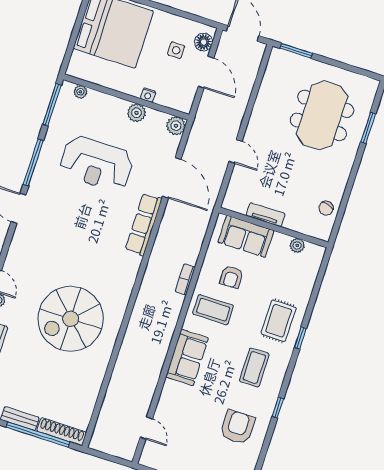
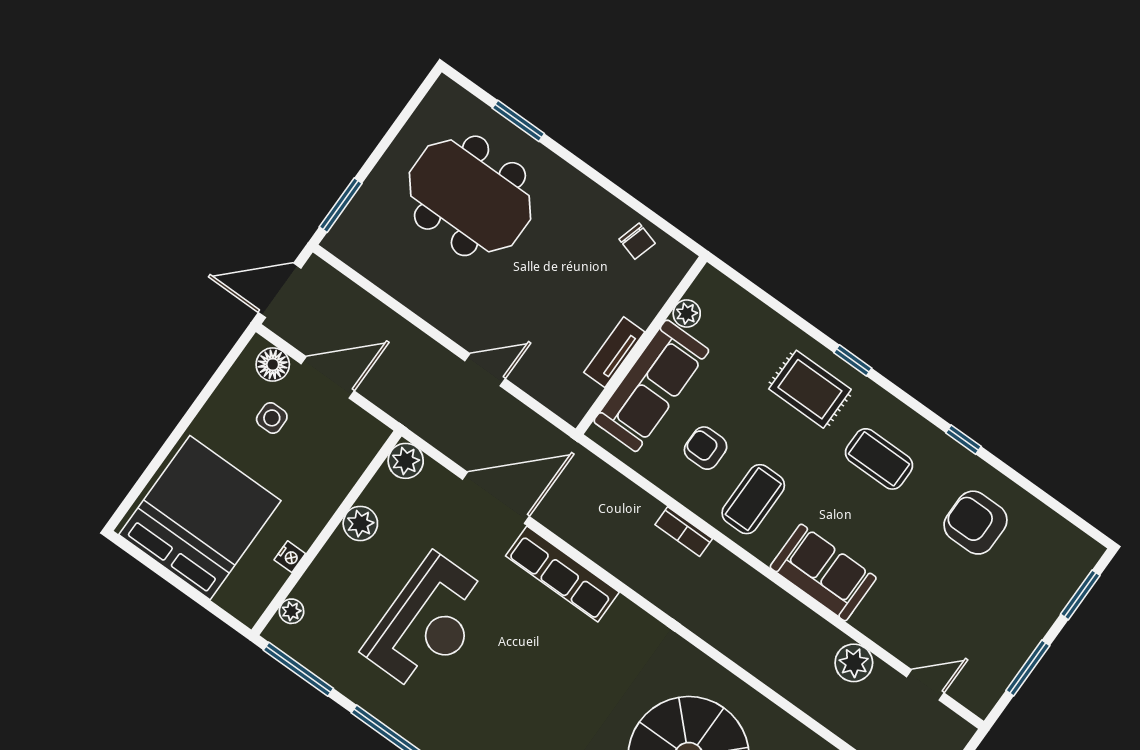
nightstand: (148, 95) -> (290, 557), moved
sofa: (246, 236) -> (651, 386), width x1.36
armchair: (231, 277) -> (706, 448), turned 180
plant: (146, 388) -> (854, 663), added

